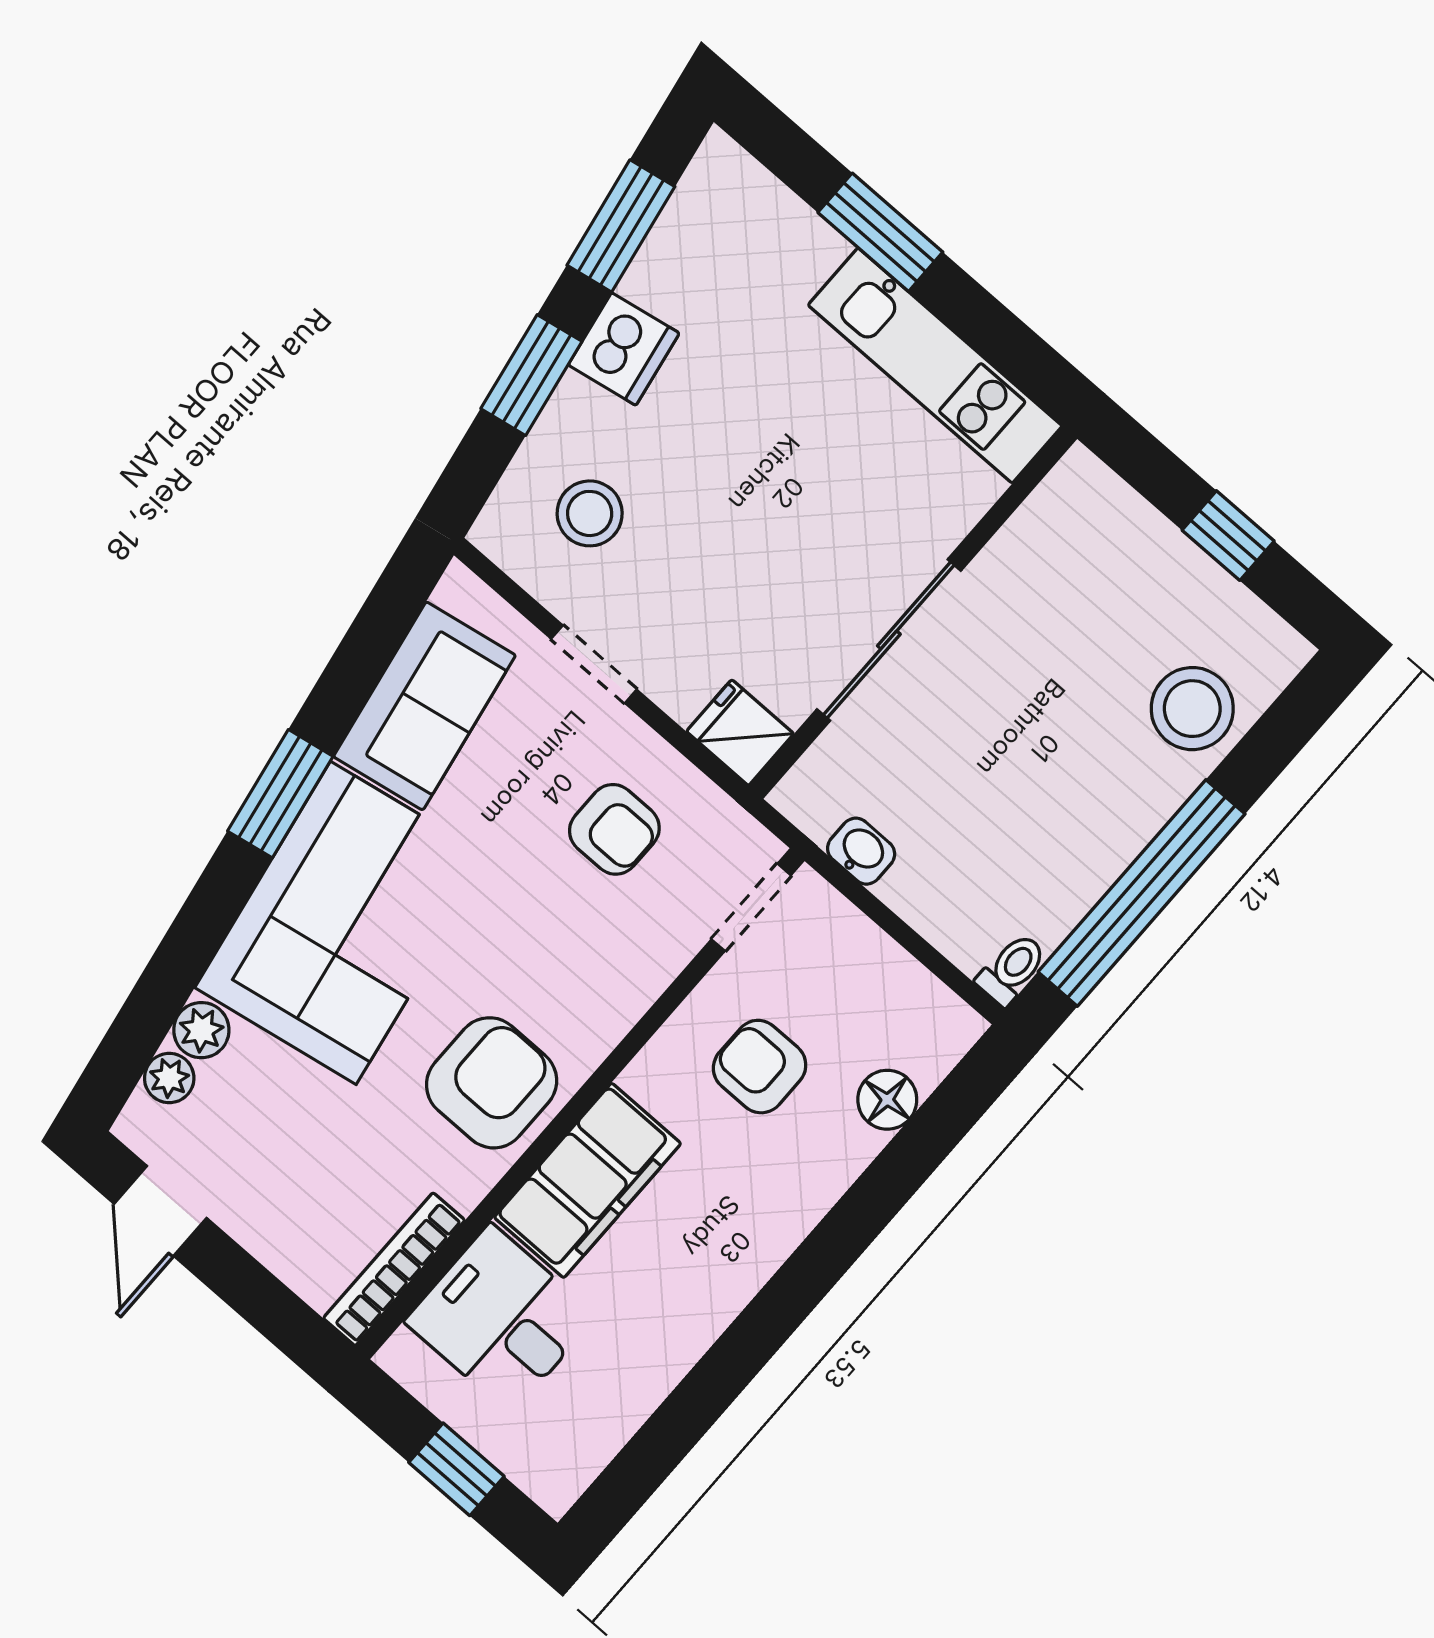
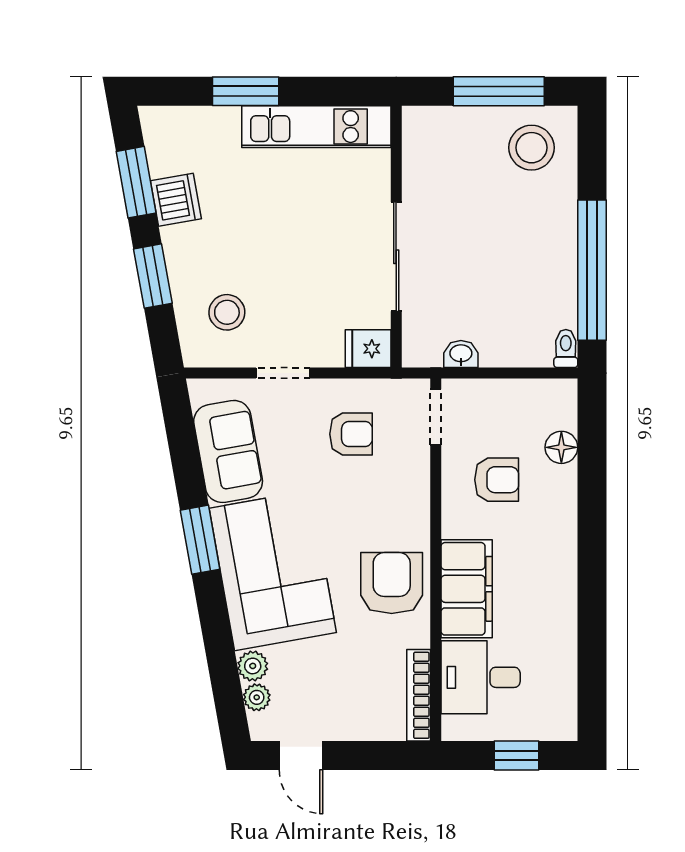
dishwasher: (624, 349) -> (176, 200), moved
window: (1228, 536) -> (499, 91), width x2.17
stool: (1192, 709) -> (532, 148), moved
armchair: (760, 1067) -> (497, 480), turned 180

